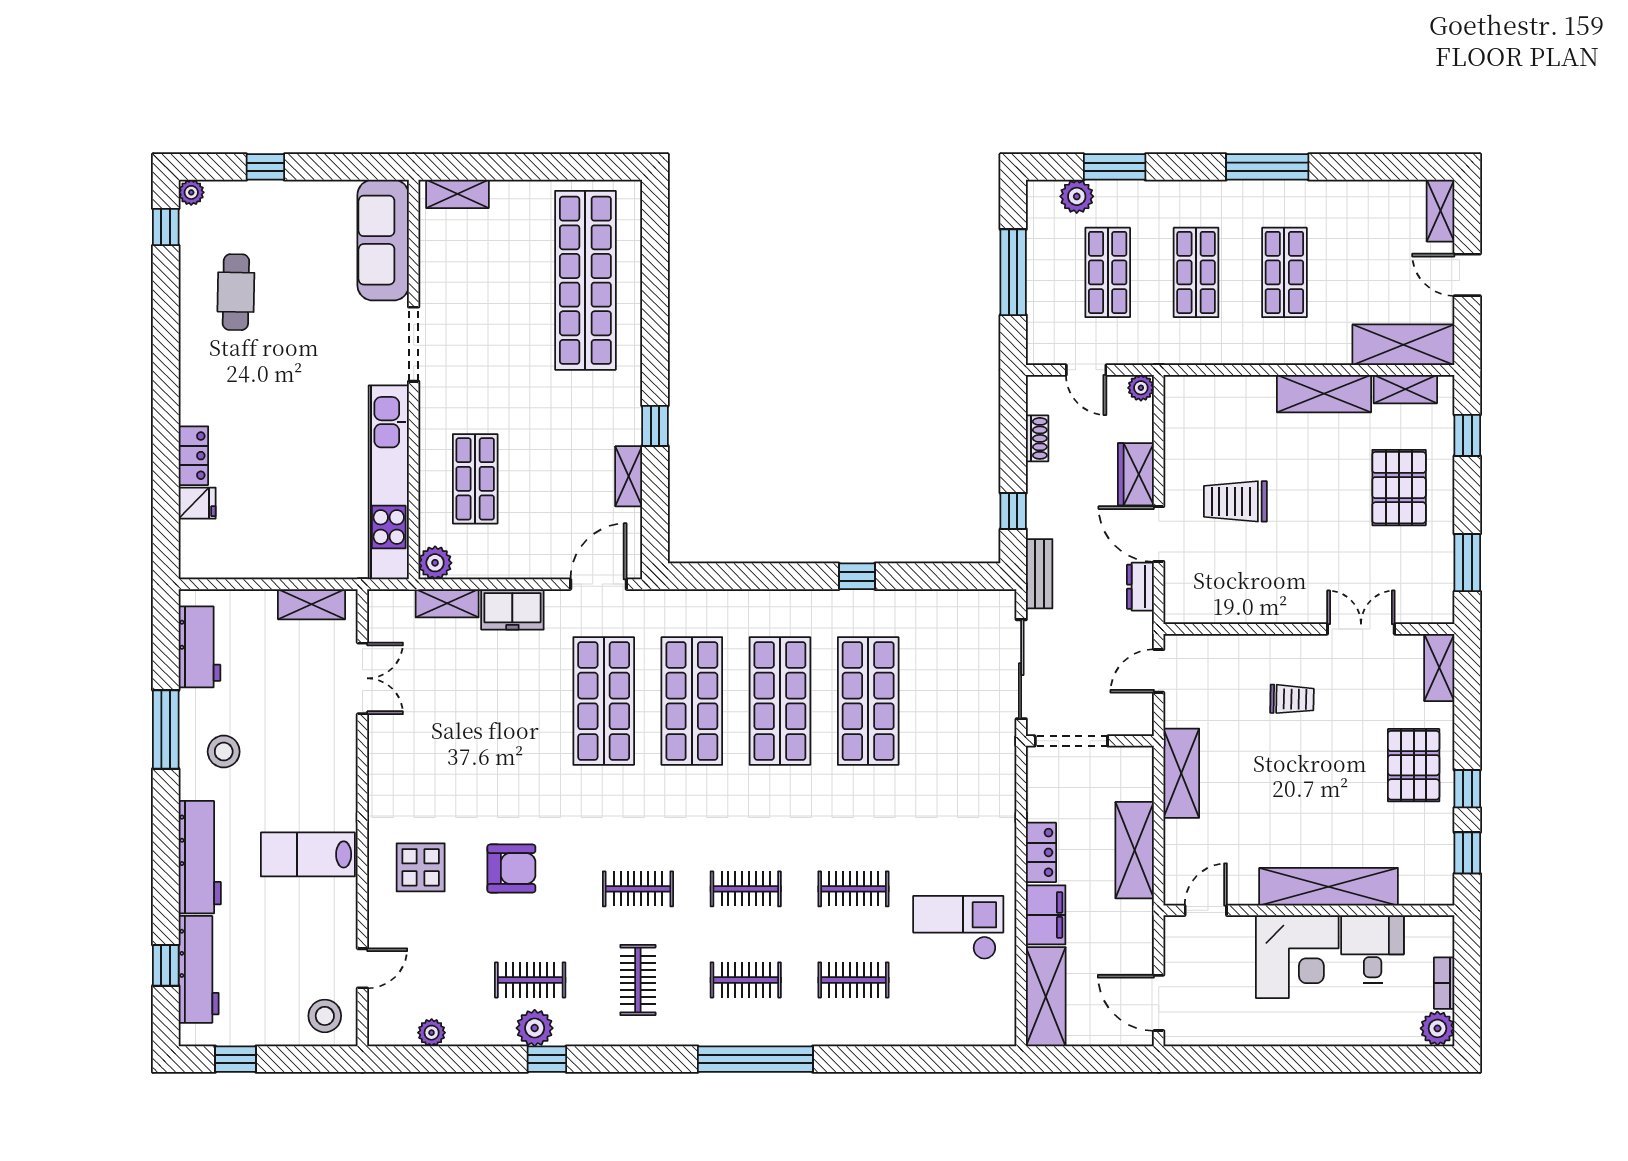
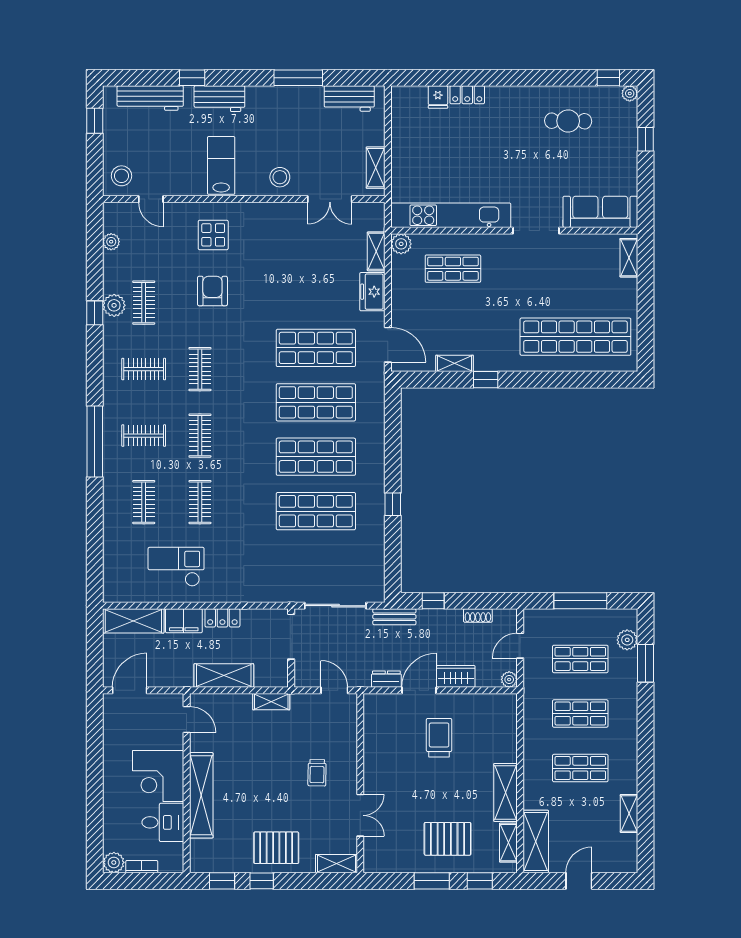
window: (1267, 167) -> (645, 757), removed
shelving: (1441, 211) -> (629, 813), moved, turned 90
window: (1467, 563) -> (432, 881), moved
stool: (224, 752) -> (280, 177), moved
shelving: (1181, 773) -> (271, 702), width x0.67, depth x0.75
workbench: (200, 857) -> (219, 99), width x0.73
armchair: (511, 868) -> (212, 291), turned 180
checkout: (958, 927) -> (176, 567), turned -90
window: (166, 965) -> (192, 78), moved
clothes rail: (746, 980) -> (144, 436), turned 90

